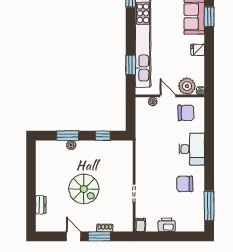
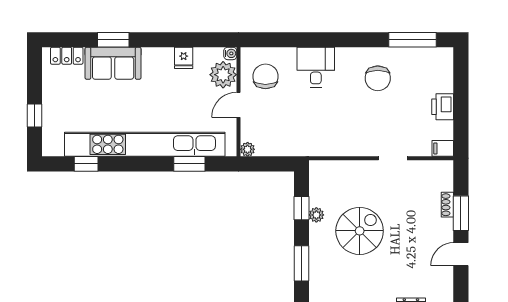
fridge: (198, 50) -> (184, 58), moved
plant: (153, 102) -> (248, 149), moved
plant: (71, 145) -> (316, 215), moved
desk: (192, 149) -> (316, 67), width x0.73
spiral stairs: (84, 189) -> (360, 231), moved

